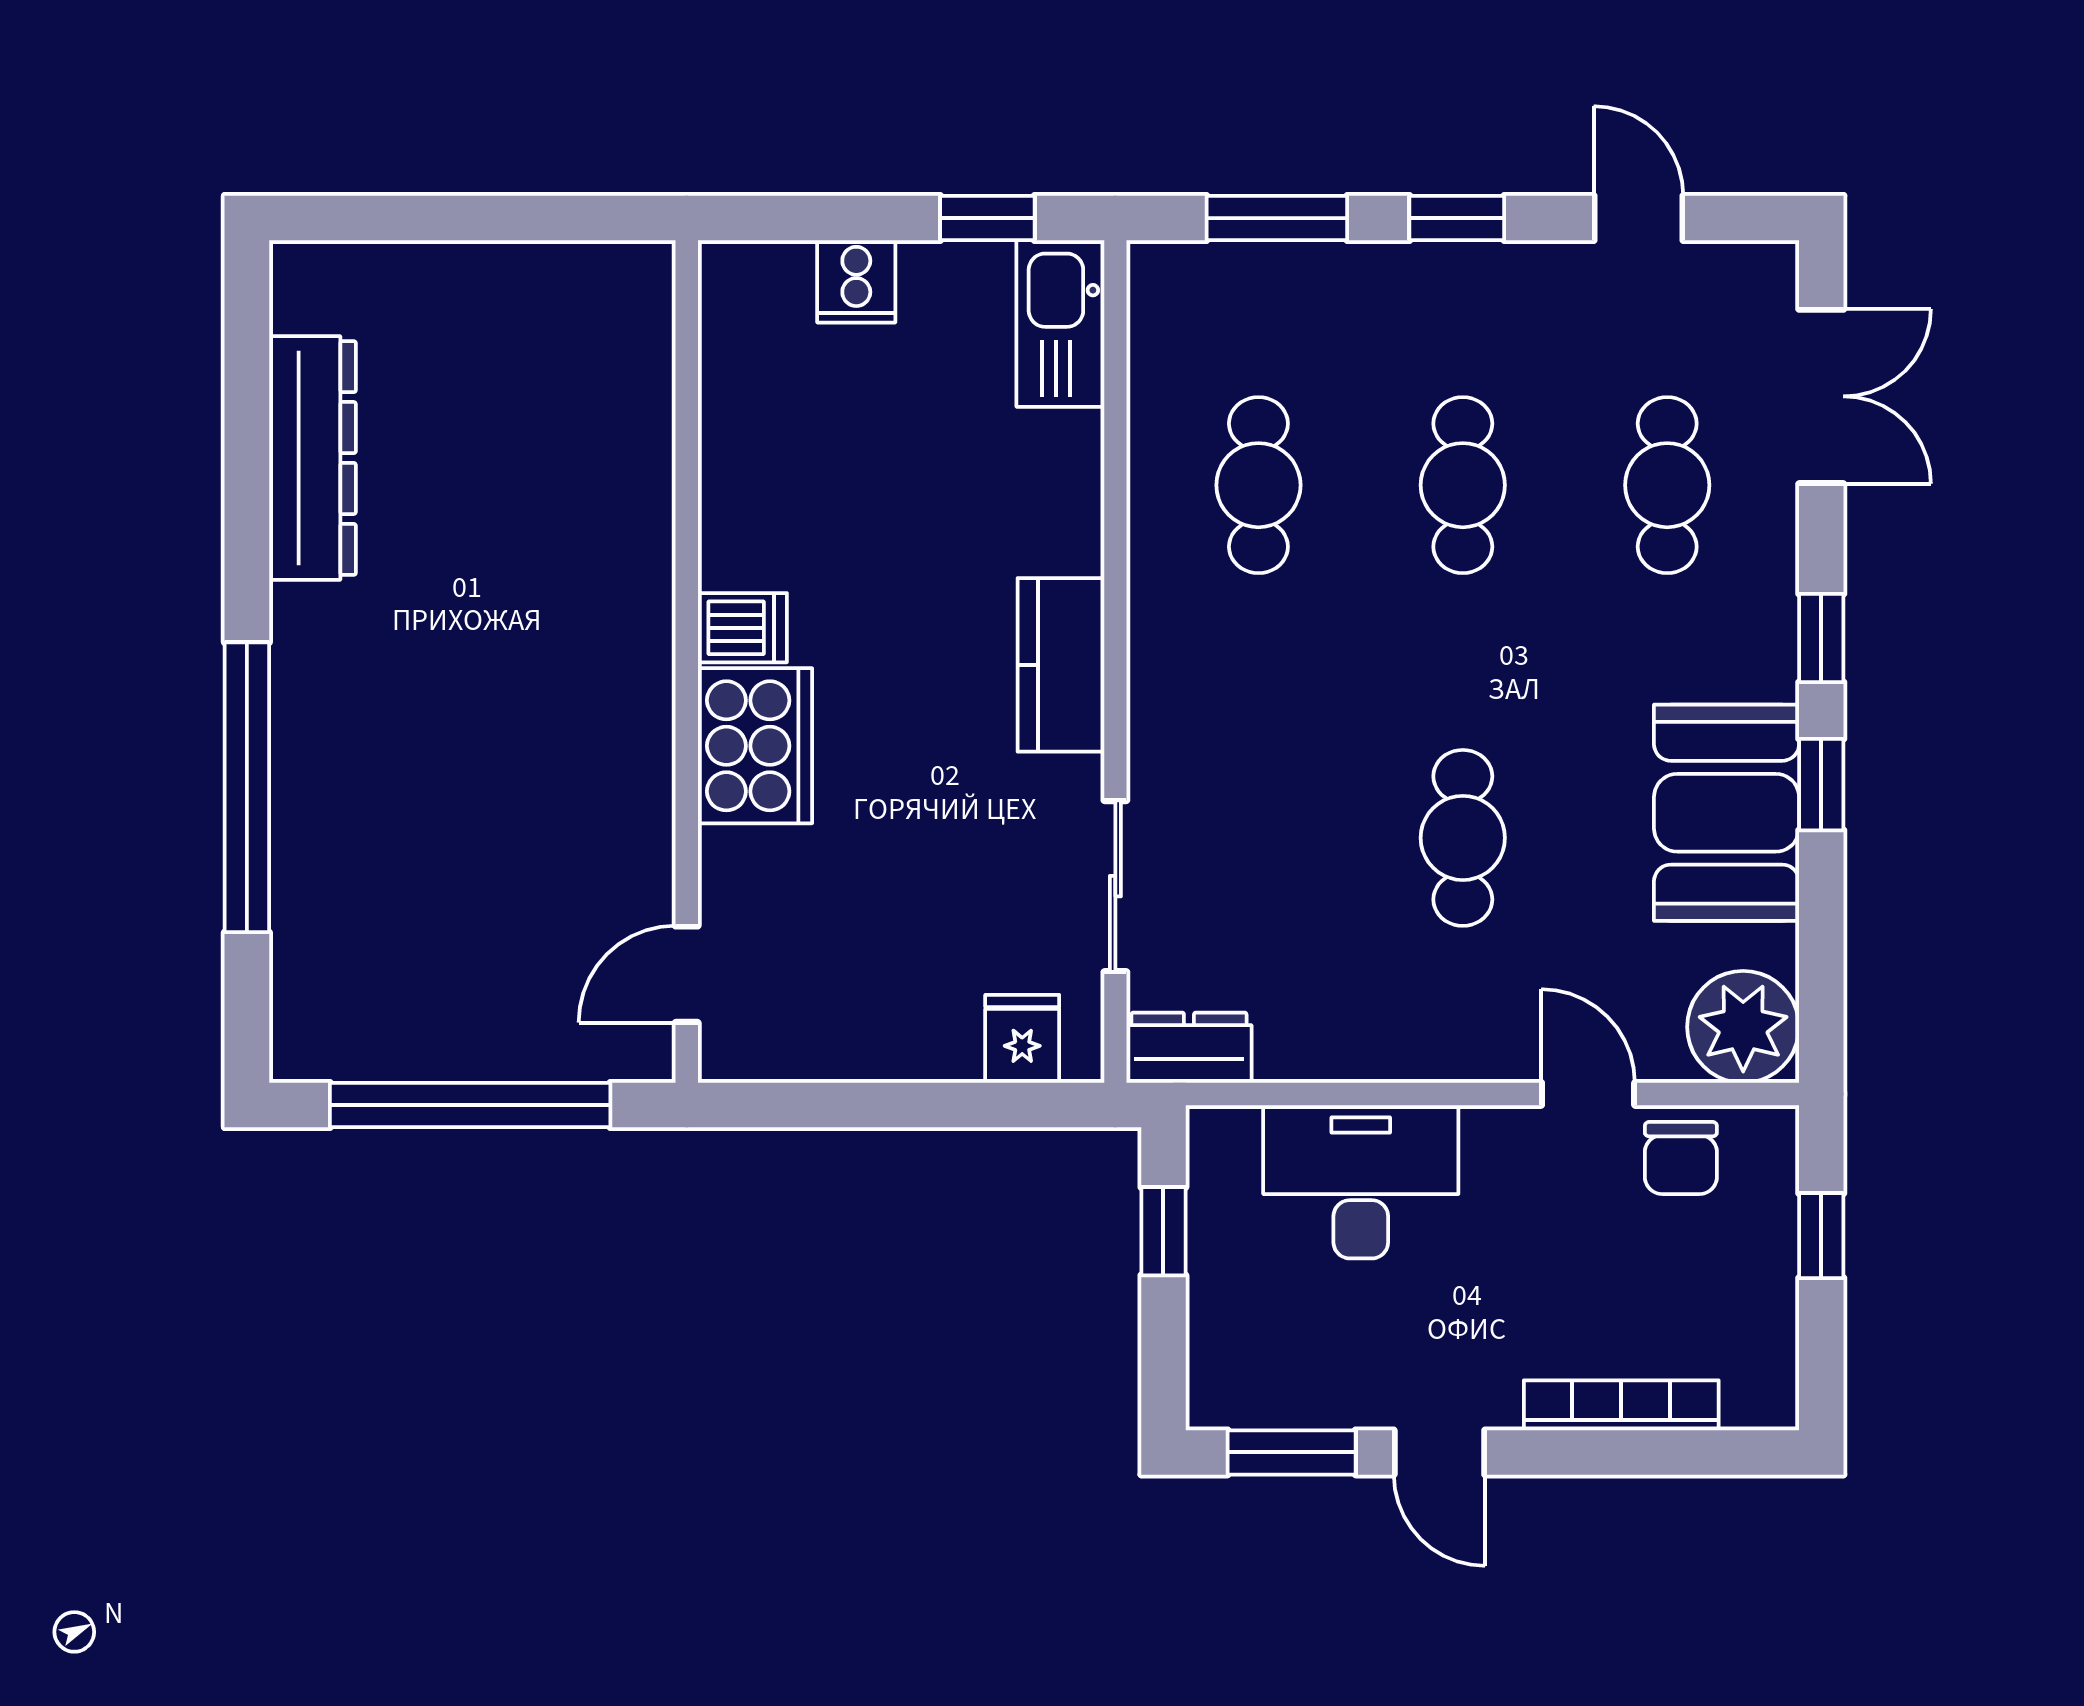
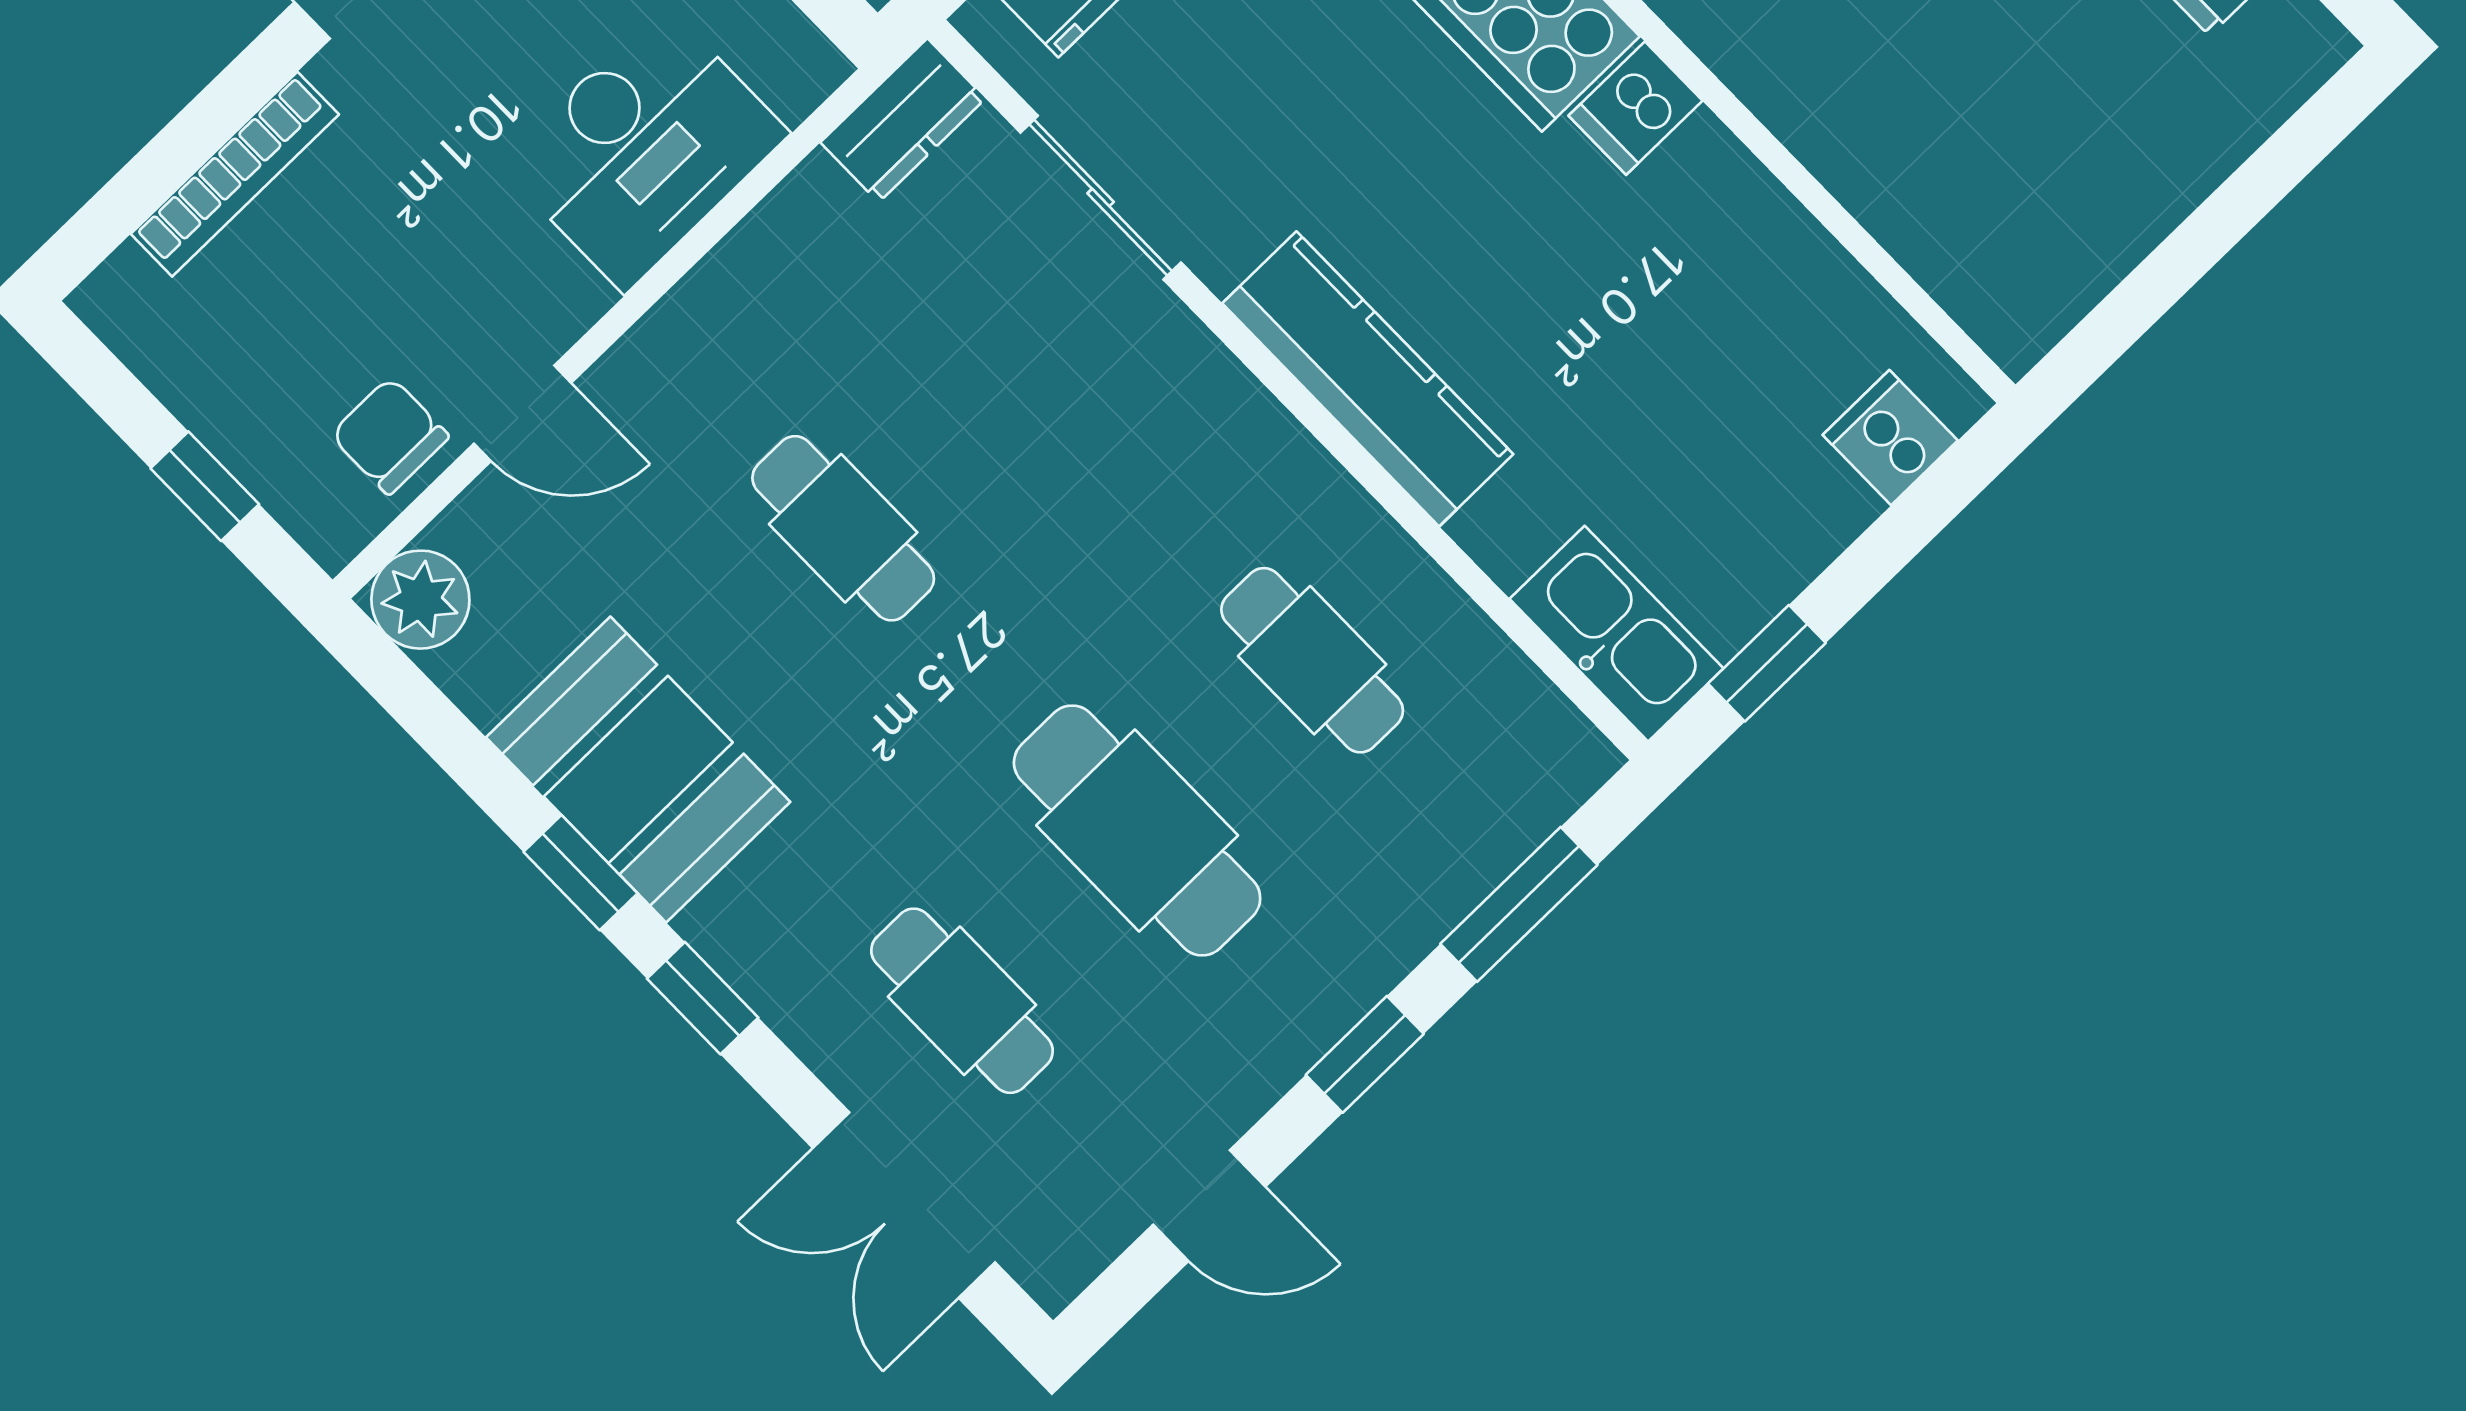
cooker: (856, 281) -> (1890, 438), moved
cafe table: (1463, 485) -> (1137, 830), width x1.37, depth x1.35
kitchen counter: (1061, 665) -> (1368, 379), width x1.50
plant: (1743, 1027) -> (420, 600), width x0.73, depth x0.73

